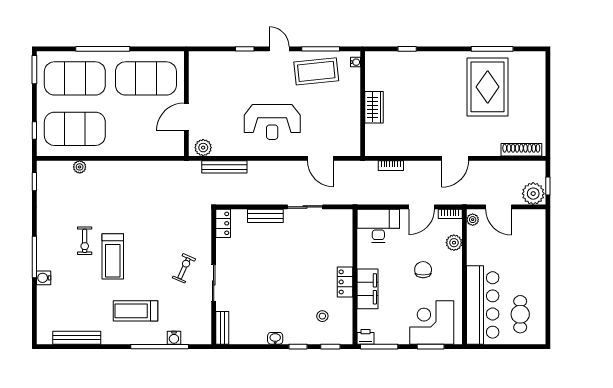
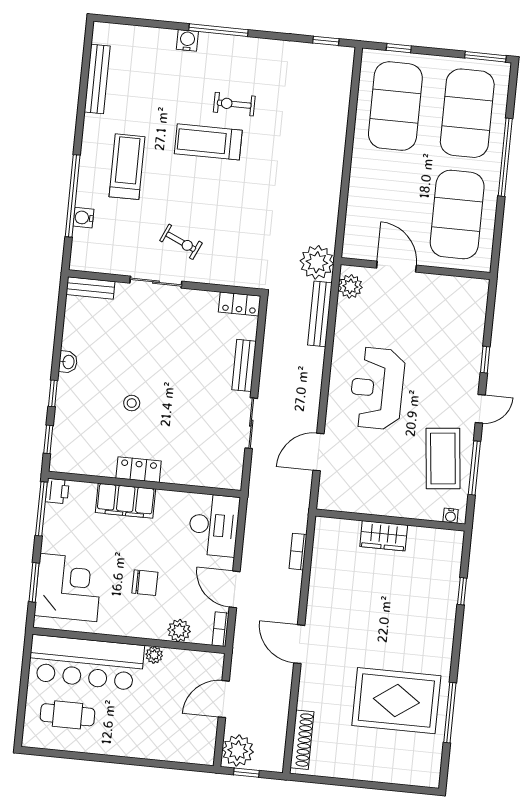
plant: (80, 167) -> (317, 262), moved, width x1.88, depth x1.88
plant: (473, 220) -> (154, 655), moved
stool: (322, 316) -> (132, 403), moved

